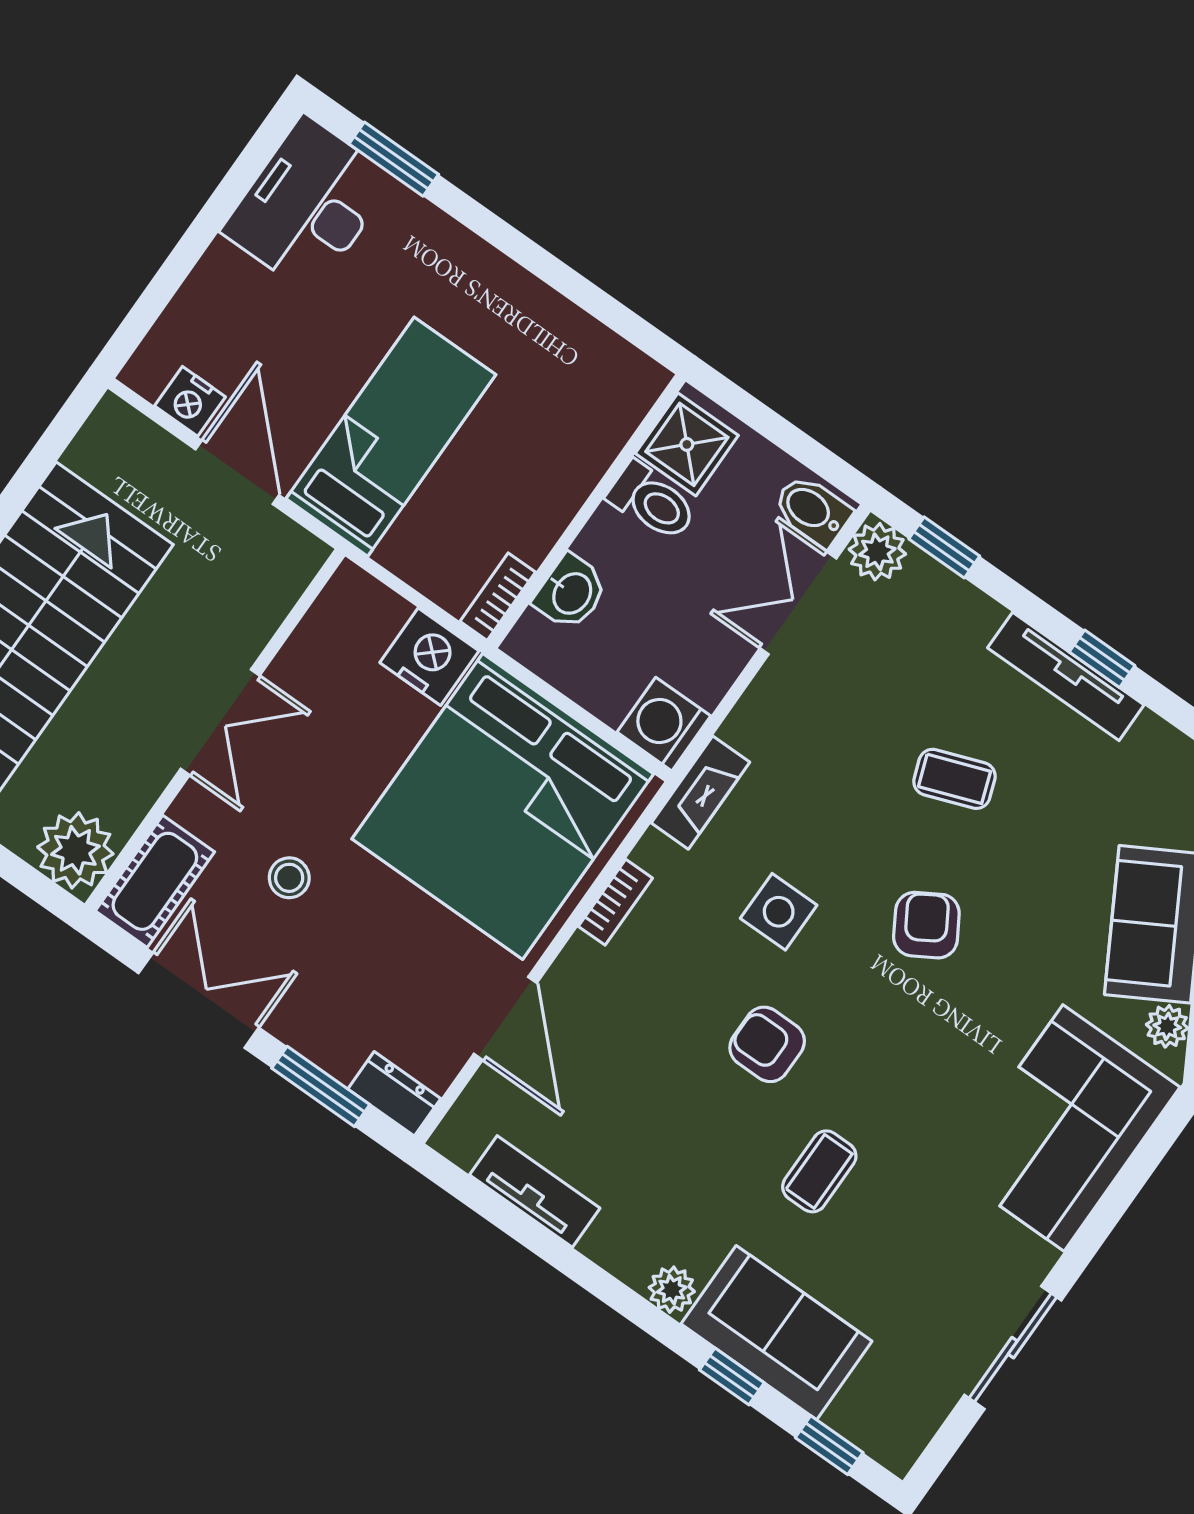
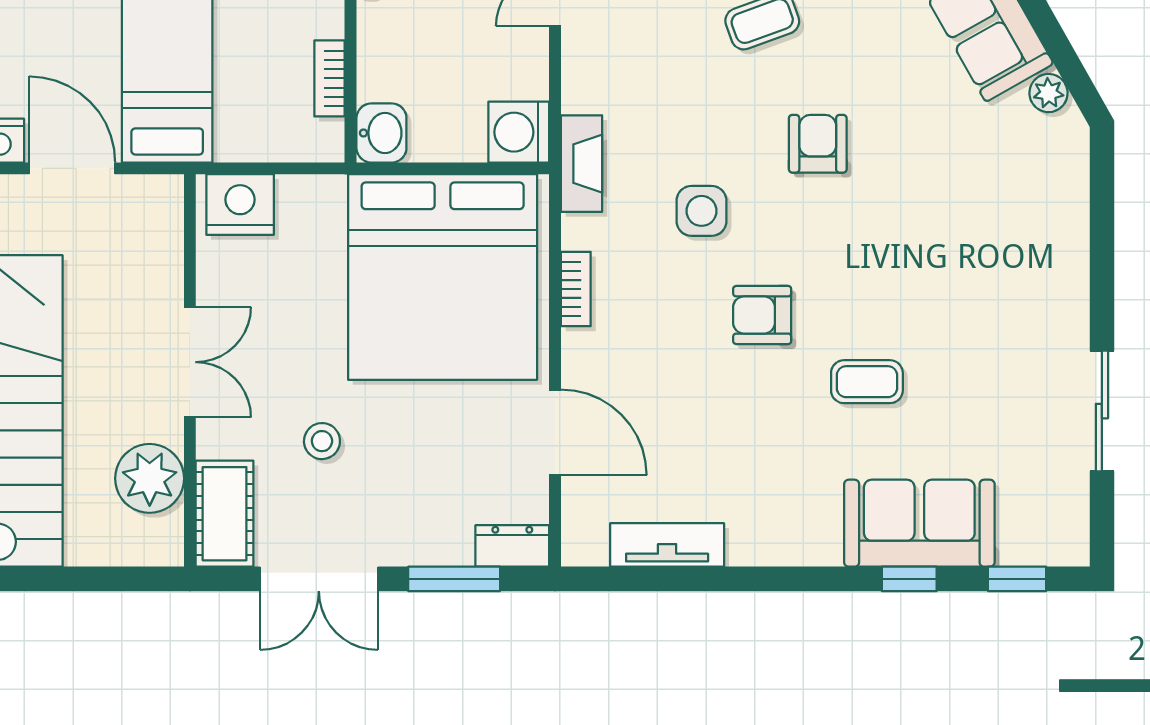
washbasin: (571, 593) -> (381, 133), moved
bookcase: (498, 597) -> (330, 78), moved
nightstand: (429, 657) -> (240, 205), moved
plant: (75, 850) -> (150, 478), moved
armchair: (926, 925) -> (818, 144), turned 31
double door: (199, 1000) -> (319, 579), swing flipped
corner sofa: (1064, 1128) -> (1025, 222), removed
coffee table: (819, 1171) -> (867, 382), turned 90
plant: (672, 1290) -> (820, 546), removed

